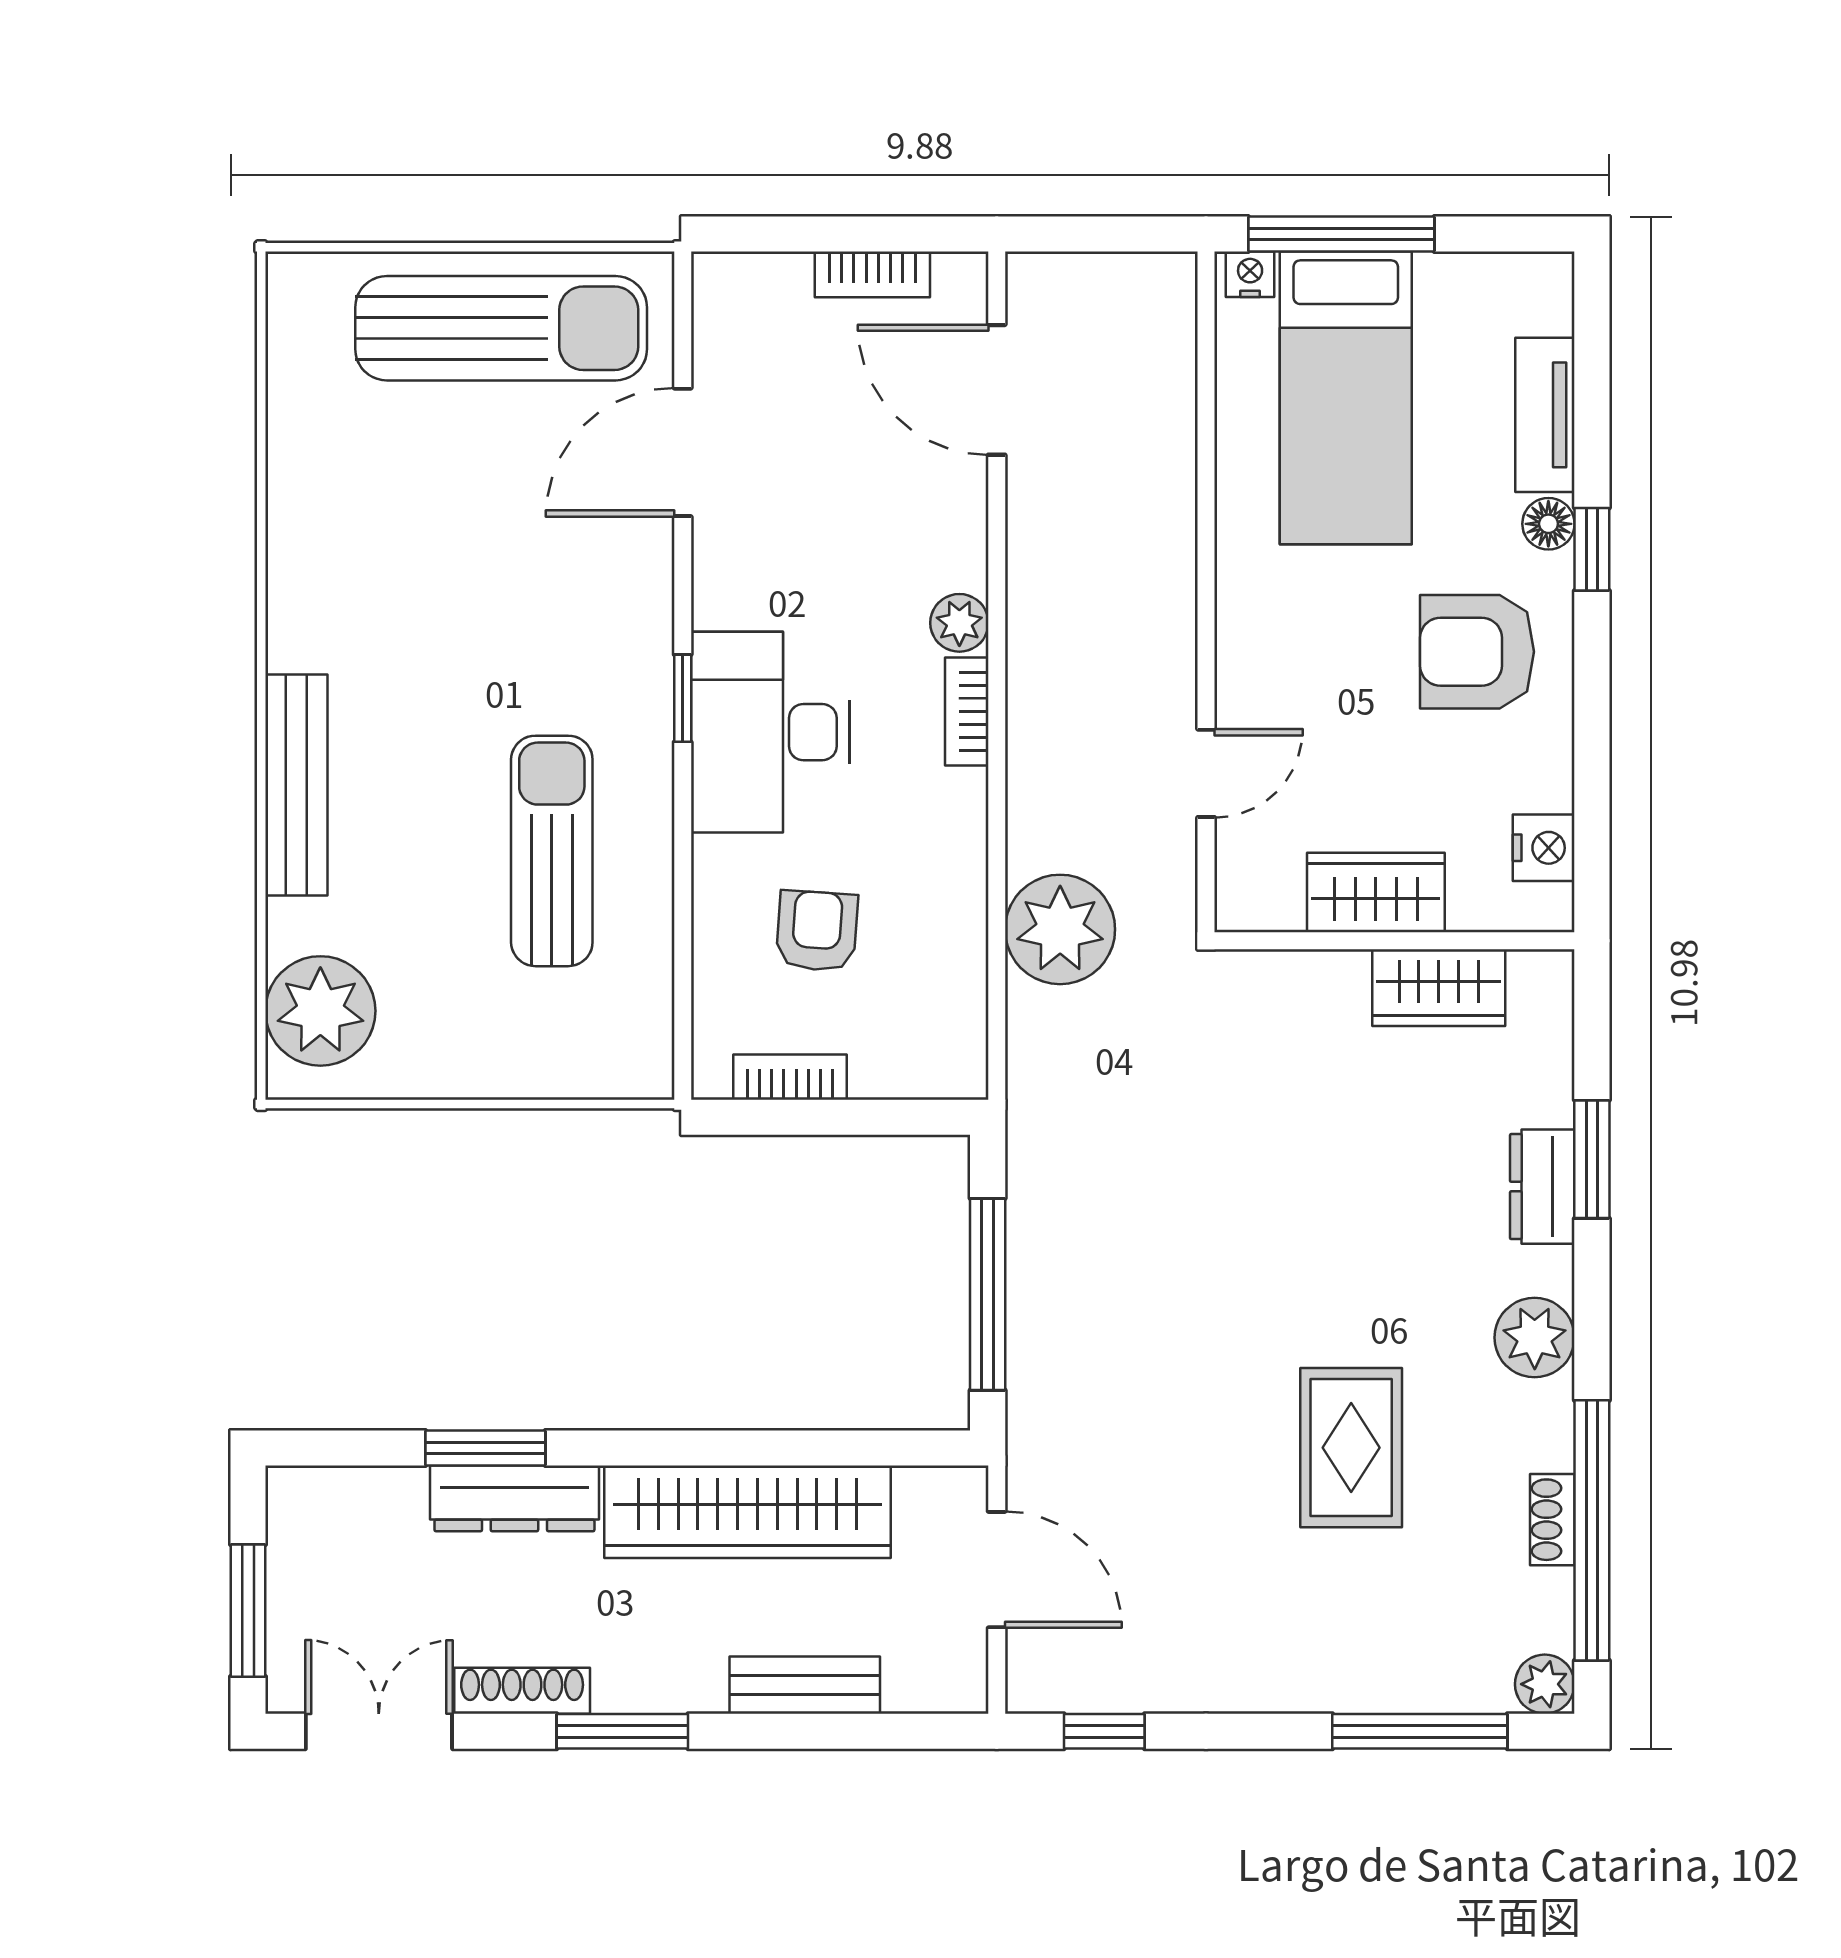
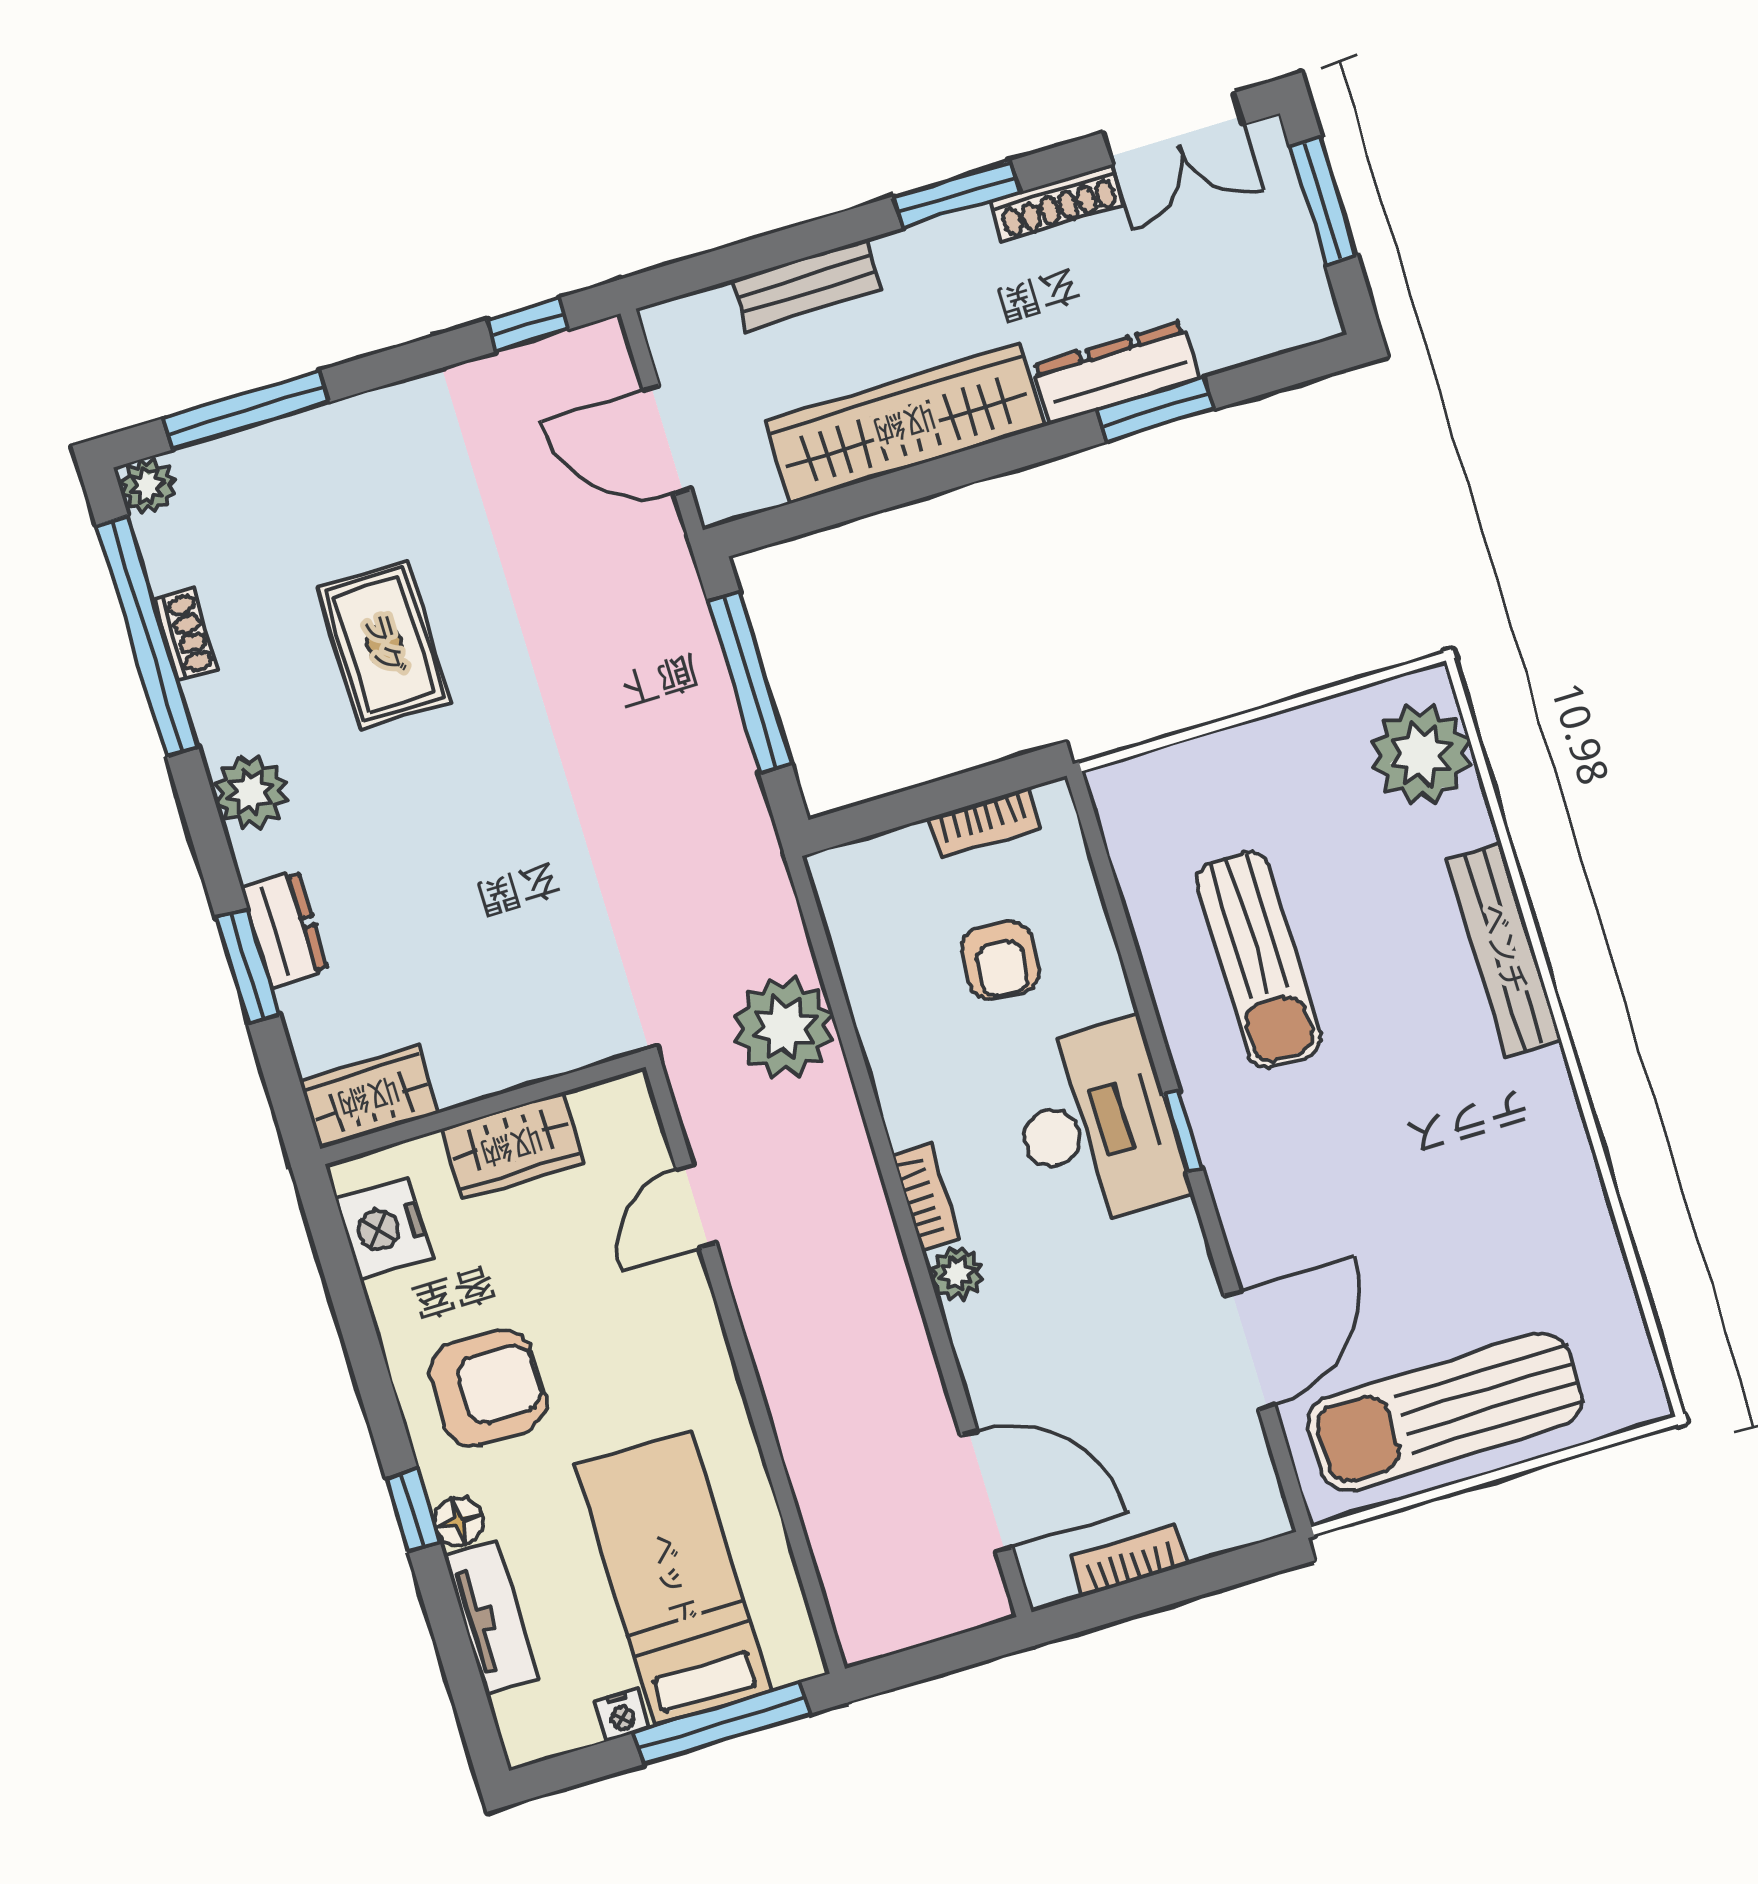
nightstand: (1250, 274) -> (621, 1715), moved
nightstand: (1544, 848) -> (384, 1228), width x1.36, depth x1.33
wardrobe: (1439, 988) -> (369, 1097), moved

